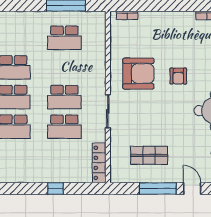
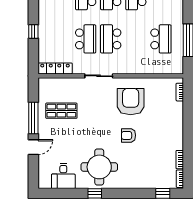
school desk: (64, 38) -> (161, 39), turned 180
armchair: (138, 74) -> (131, 102), turned 180
school desk: (64, 127) -> (86, 39), turned 180
shop shelf: (149, 155) -> (61, 111), turned 90

